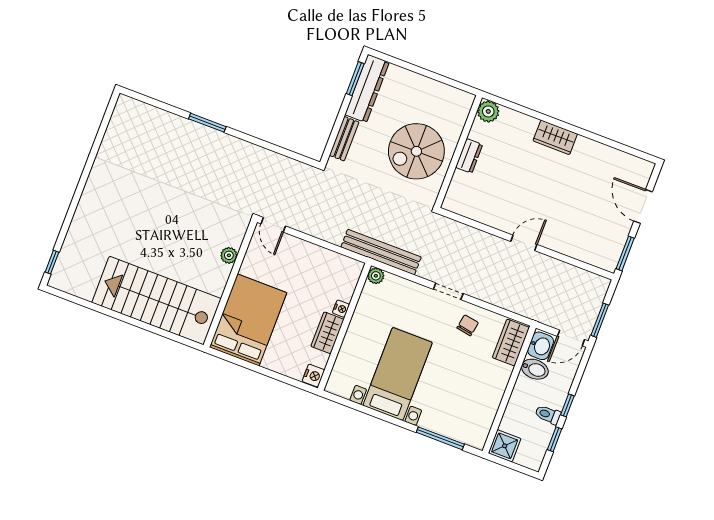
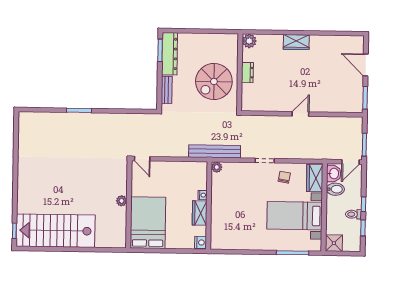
plant: (229, 255) -> (122, 201), moved
stairs: (156, 301) -> (56, 231), moved
bed with nightstands: (398, 374) -> (295, 216), moved, turned -90

